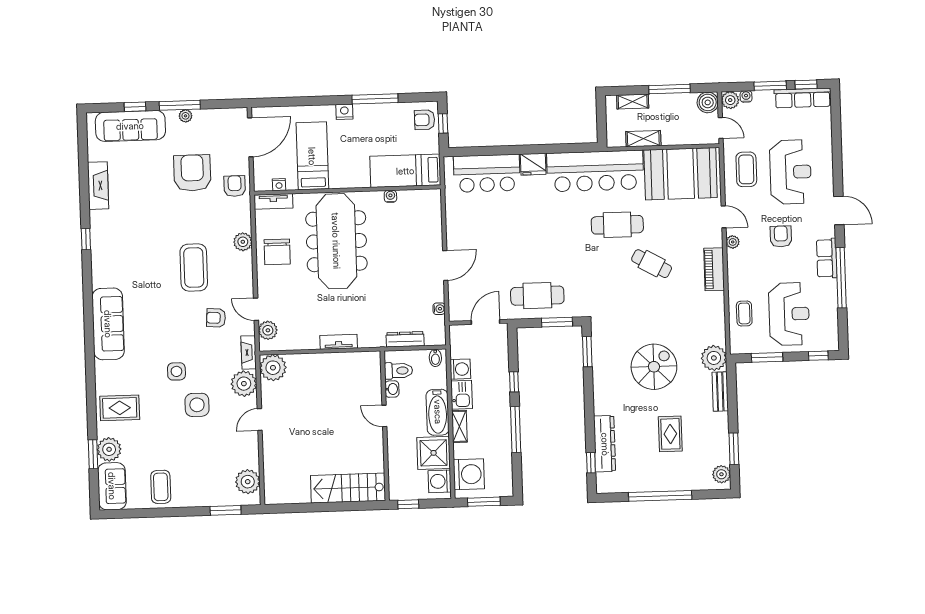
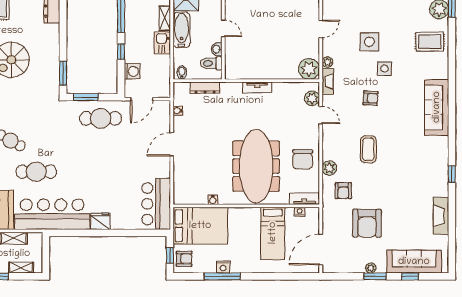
window: (180, 105) -> (375, 276), width x0.69
nightstand: (344, 112) -> (223, 267), moved
bed: (405, 171) -> (200, 226), width x1.50
bar counter: (487, 173) -> (156, 204), moved, turned -90
armchair: (235, 186) -> (343, 191), moved
chair: (277, 252) -> (303, 159), turned 180
coffee table: (194, 267) -> (368, 149), width x0.73, depth x0.76
armchair: (216, 318) -> (370, 98), moved
washing machine: (460, 369) -> (132, 71), moved, turned 180
plant: (244, 384) -> (327, 62), width x0.53, depth x0.53

